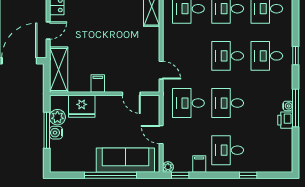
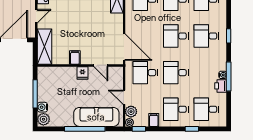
door: (161, 70) -> (124, 47), width x1.87
fridge: (82, 106) -> (82, 73), moved, width x0.53, depth x0.75
plant: (57, 117) -> (43, 119), moved
water cooler: (56, 133) -> (42, 107), moved
desk: (267, 150) -> (206, 109), added
plant: (170, 153) -> (131, 112), added

